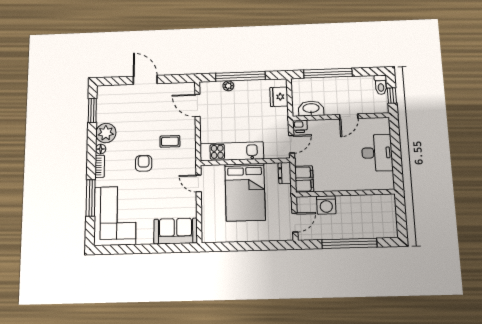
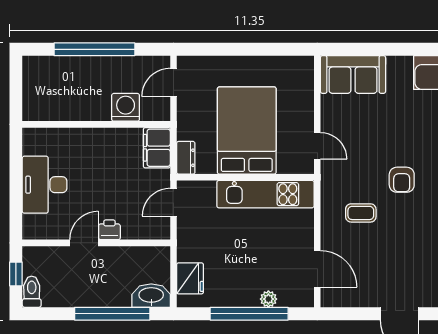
washbasin: (311, 108) -> (151, 296), moved, turned 180
printer: (300, 126) -> (109, 230), moved

